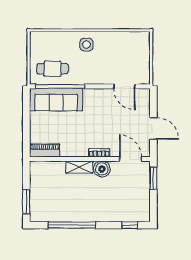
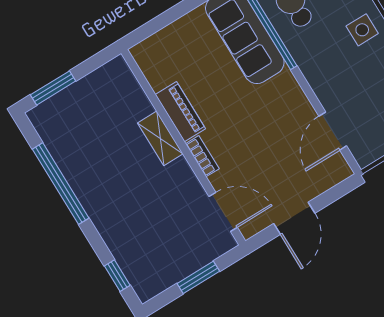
piano: (45, 150) -> (180, 112), moved
door: (130, 159) -> (223, 212), hinge flipped
boiler: (102, 169) -> (179, 176), removed
window: (153, 178) -> (198, 277), moved

